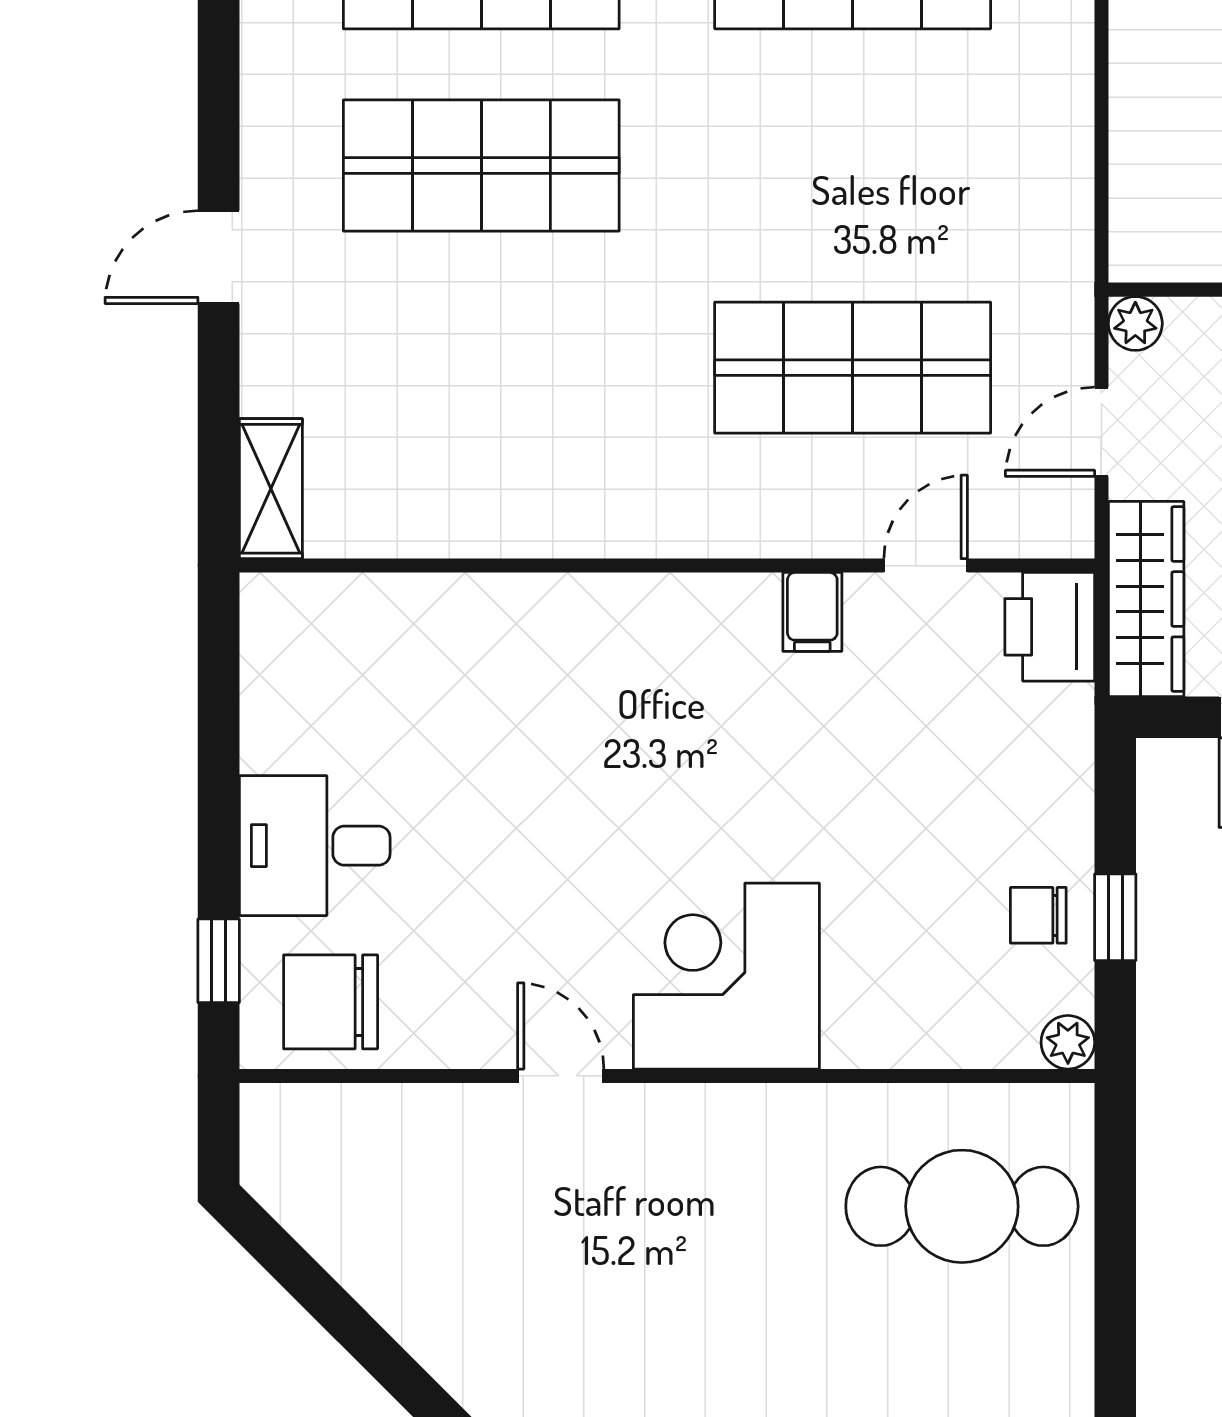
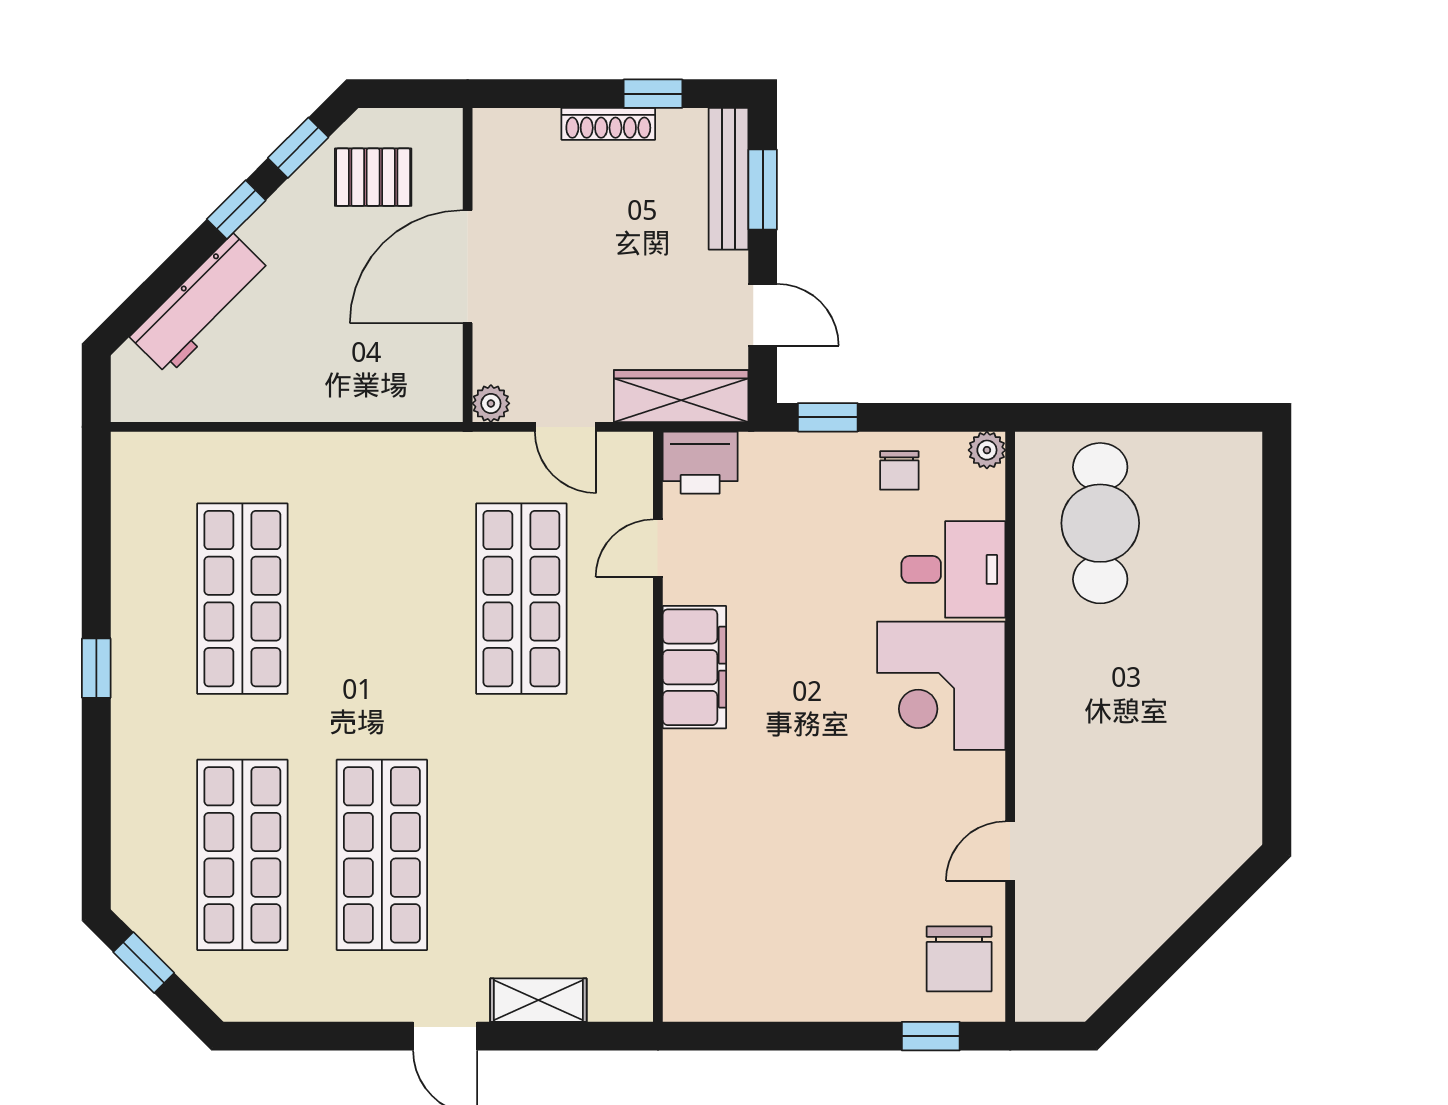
shelving: (271, 489) -> (538, 1000), moved
door: (926, 566) -> (658, 548), hinge flipped
filing cabinet: (812, 612) -> (694, 667), width x3.00, depth x1.17
desk: (315, 846) -> (953, 569), moved, turned -90
window: (1115, 917) -> (828, 417), moved
door: (561, 1076) -> (1010, 851), moved

